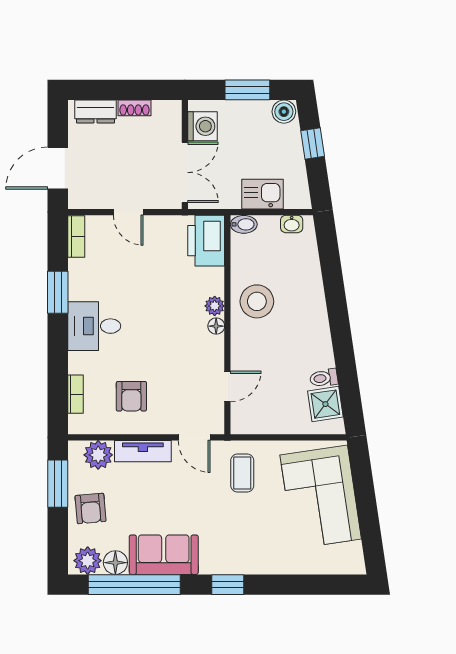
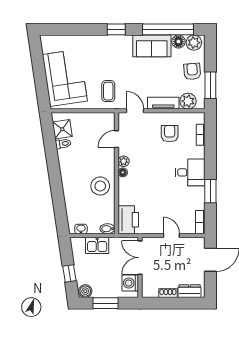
plant: (215, 306) -> (124, 161), moved

